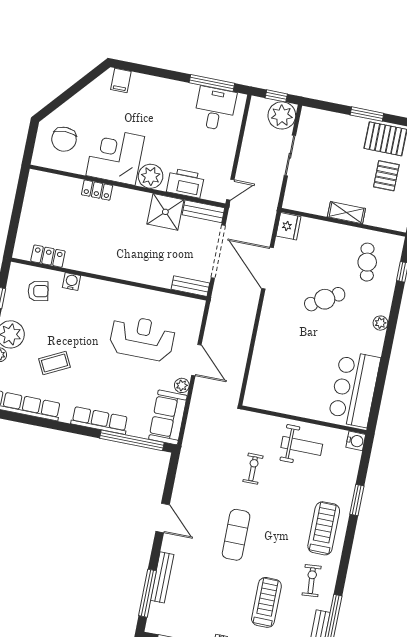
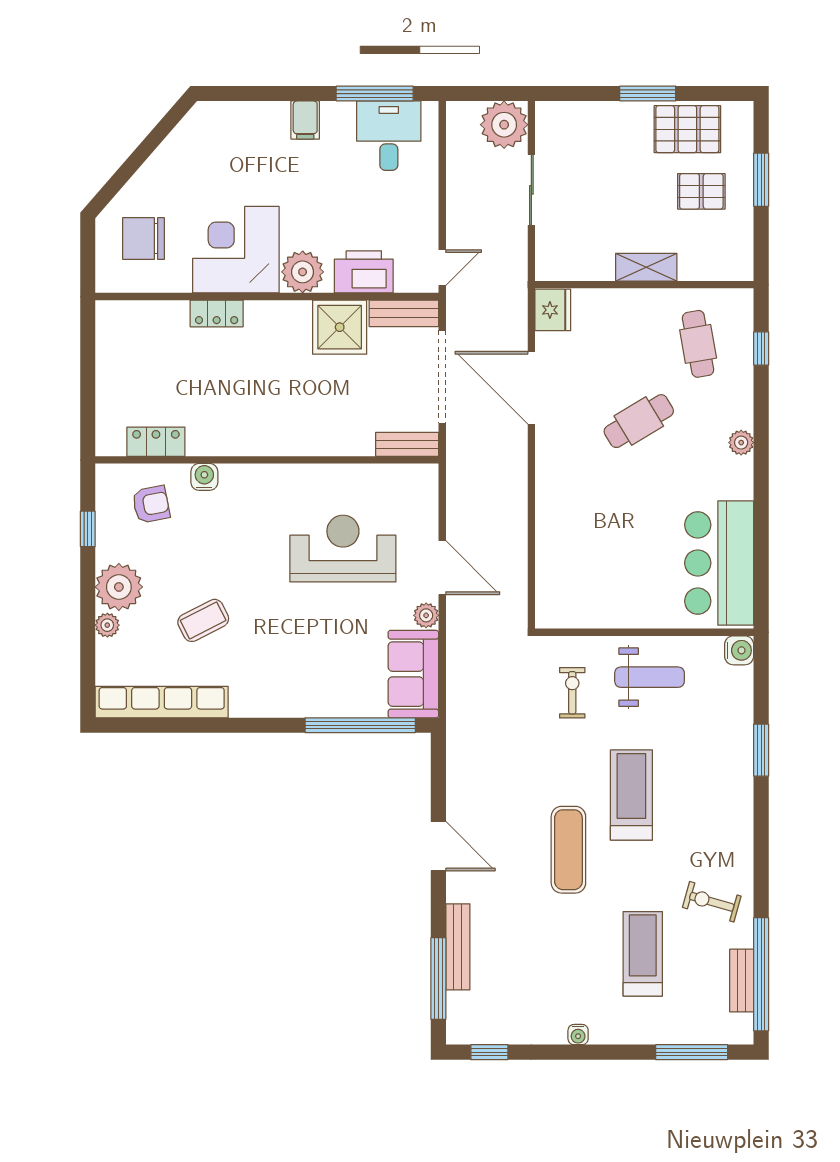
filing cabinet: (121, 81) -> (305, 120), moved
window: (276, 96) -> (488, 94), removed
chair: (64, 139) -> (143, 239), turned 90
pallet: (386, 176) -> (701, 191), turned 90
row of seats: (100, 420) -> (299, 702), removed
exercise bike: (253, 469) -> (572, 693), moved
treadmill: (324, 528) -> (631, 795), moved
exercise bike: (312, 581) -> (712, 902), turned -69

